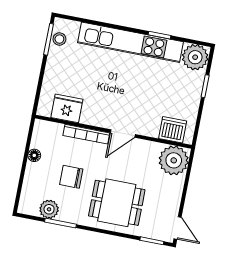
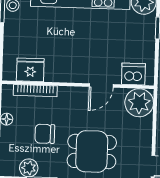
door: (123, 133) -> (101, 86), moved
bookcase: (86, 134) -> (35, 91), moved

